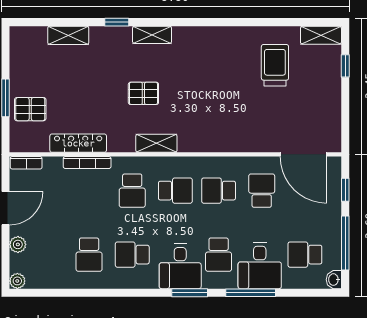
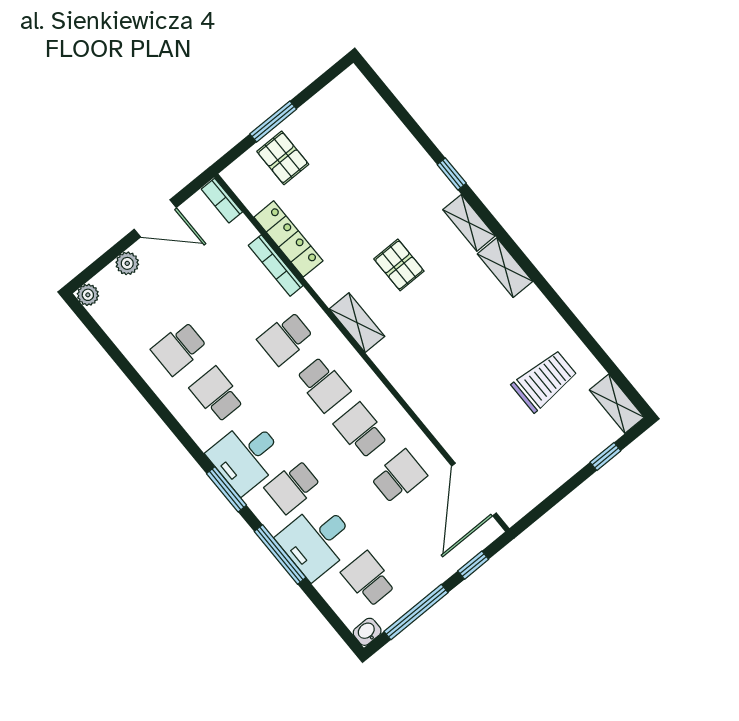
shelving: (68, 35) -> (505, 268), moved

